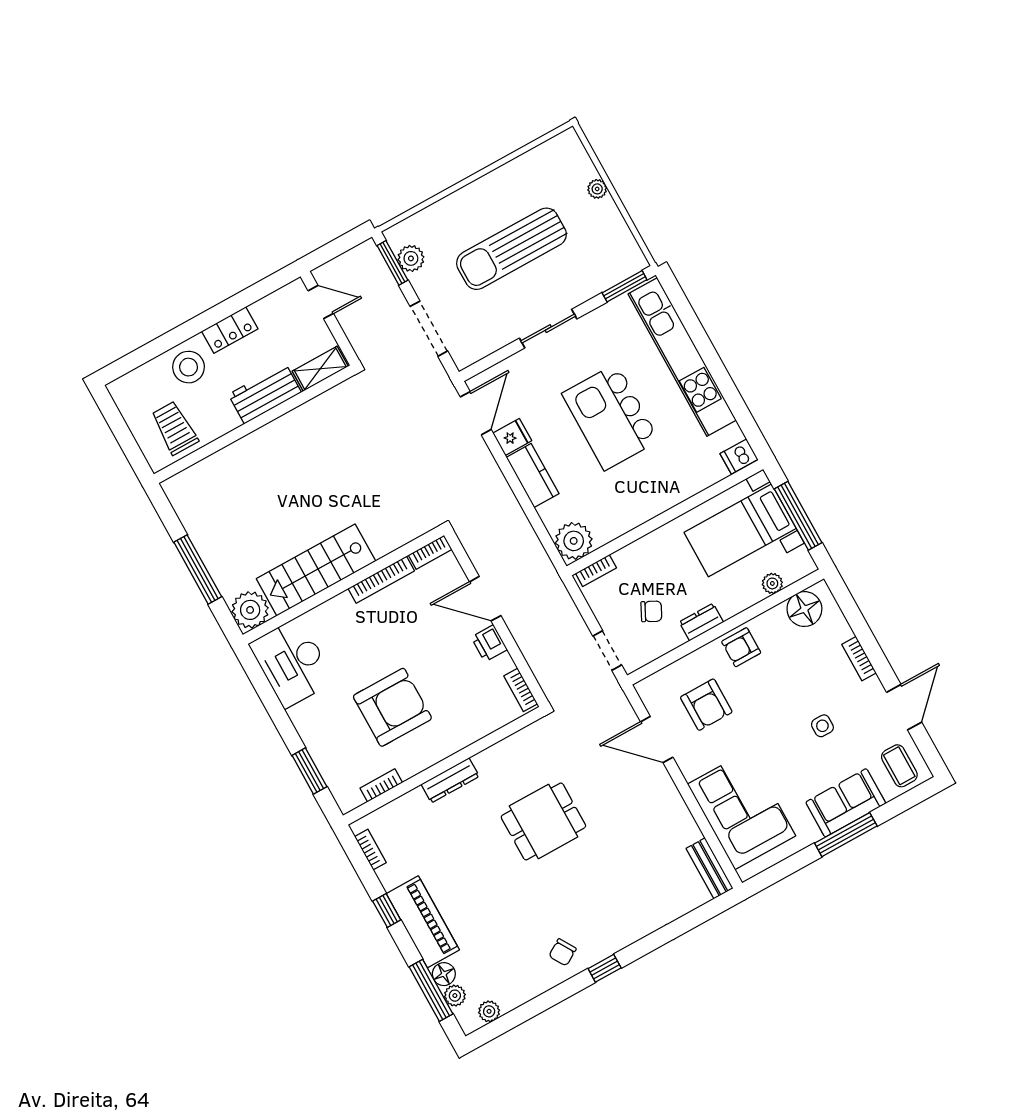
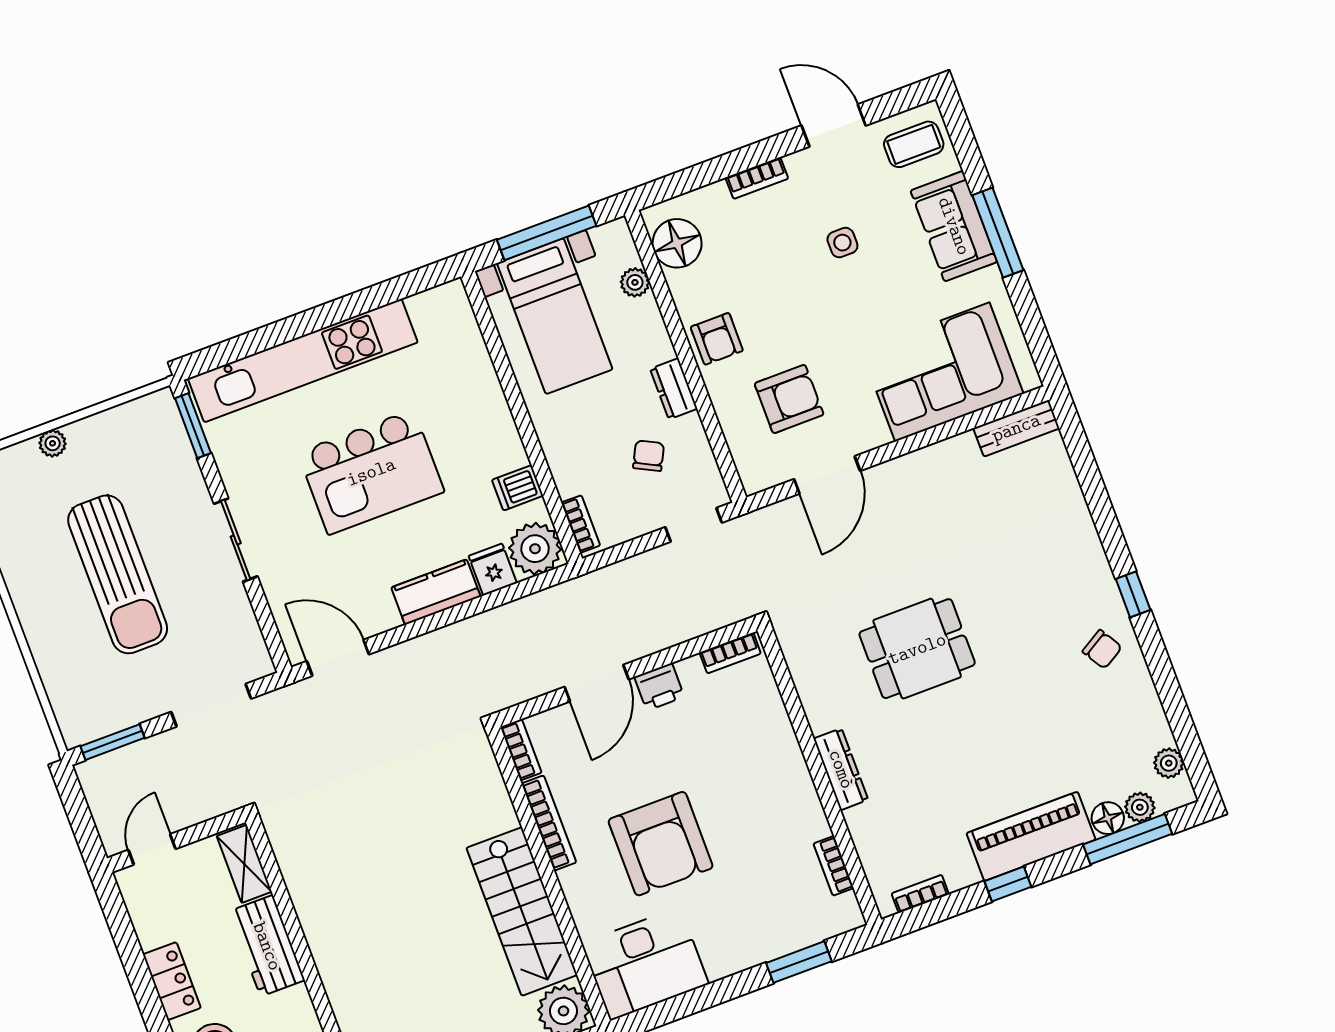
plant: (411, 258) -> (110, 716), removed
fridge: (512, 437) -> (493, 569), moved
dishwasher: (739, 456) -> (518, 488), moved, turned 90
armchair: (392, 707) -> (661, 844), moved, turned 180
dining table: (543, 821) -> (917, 649), turned 90

